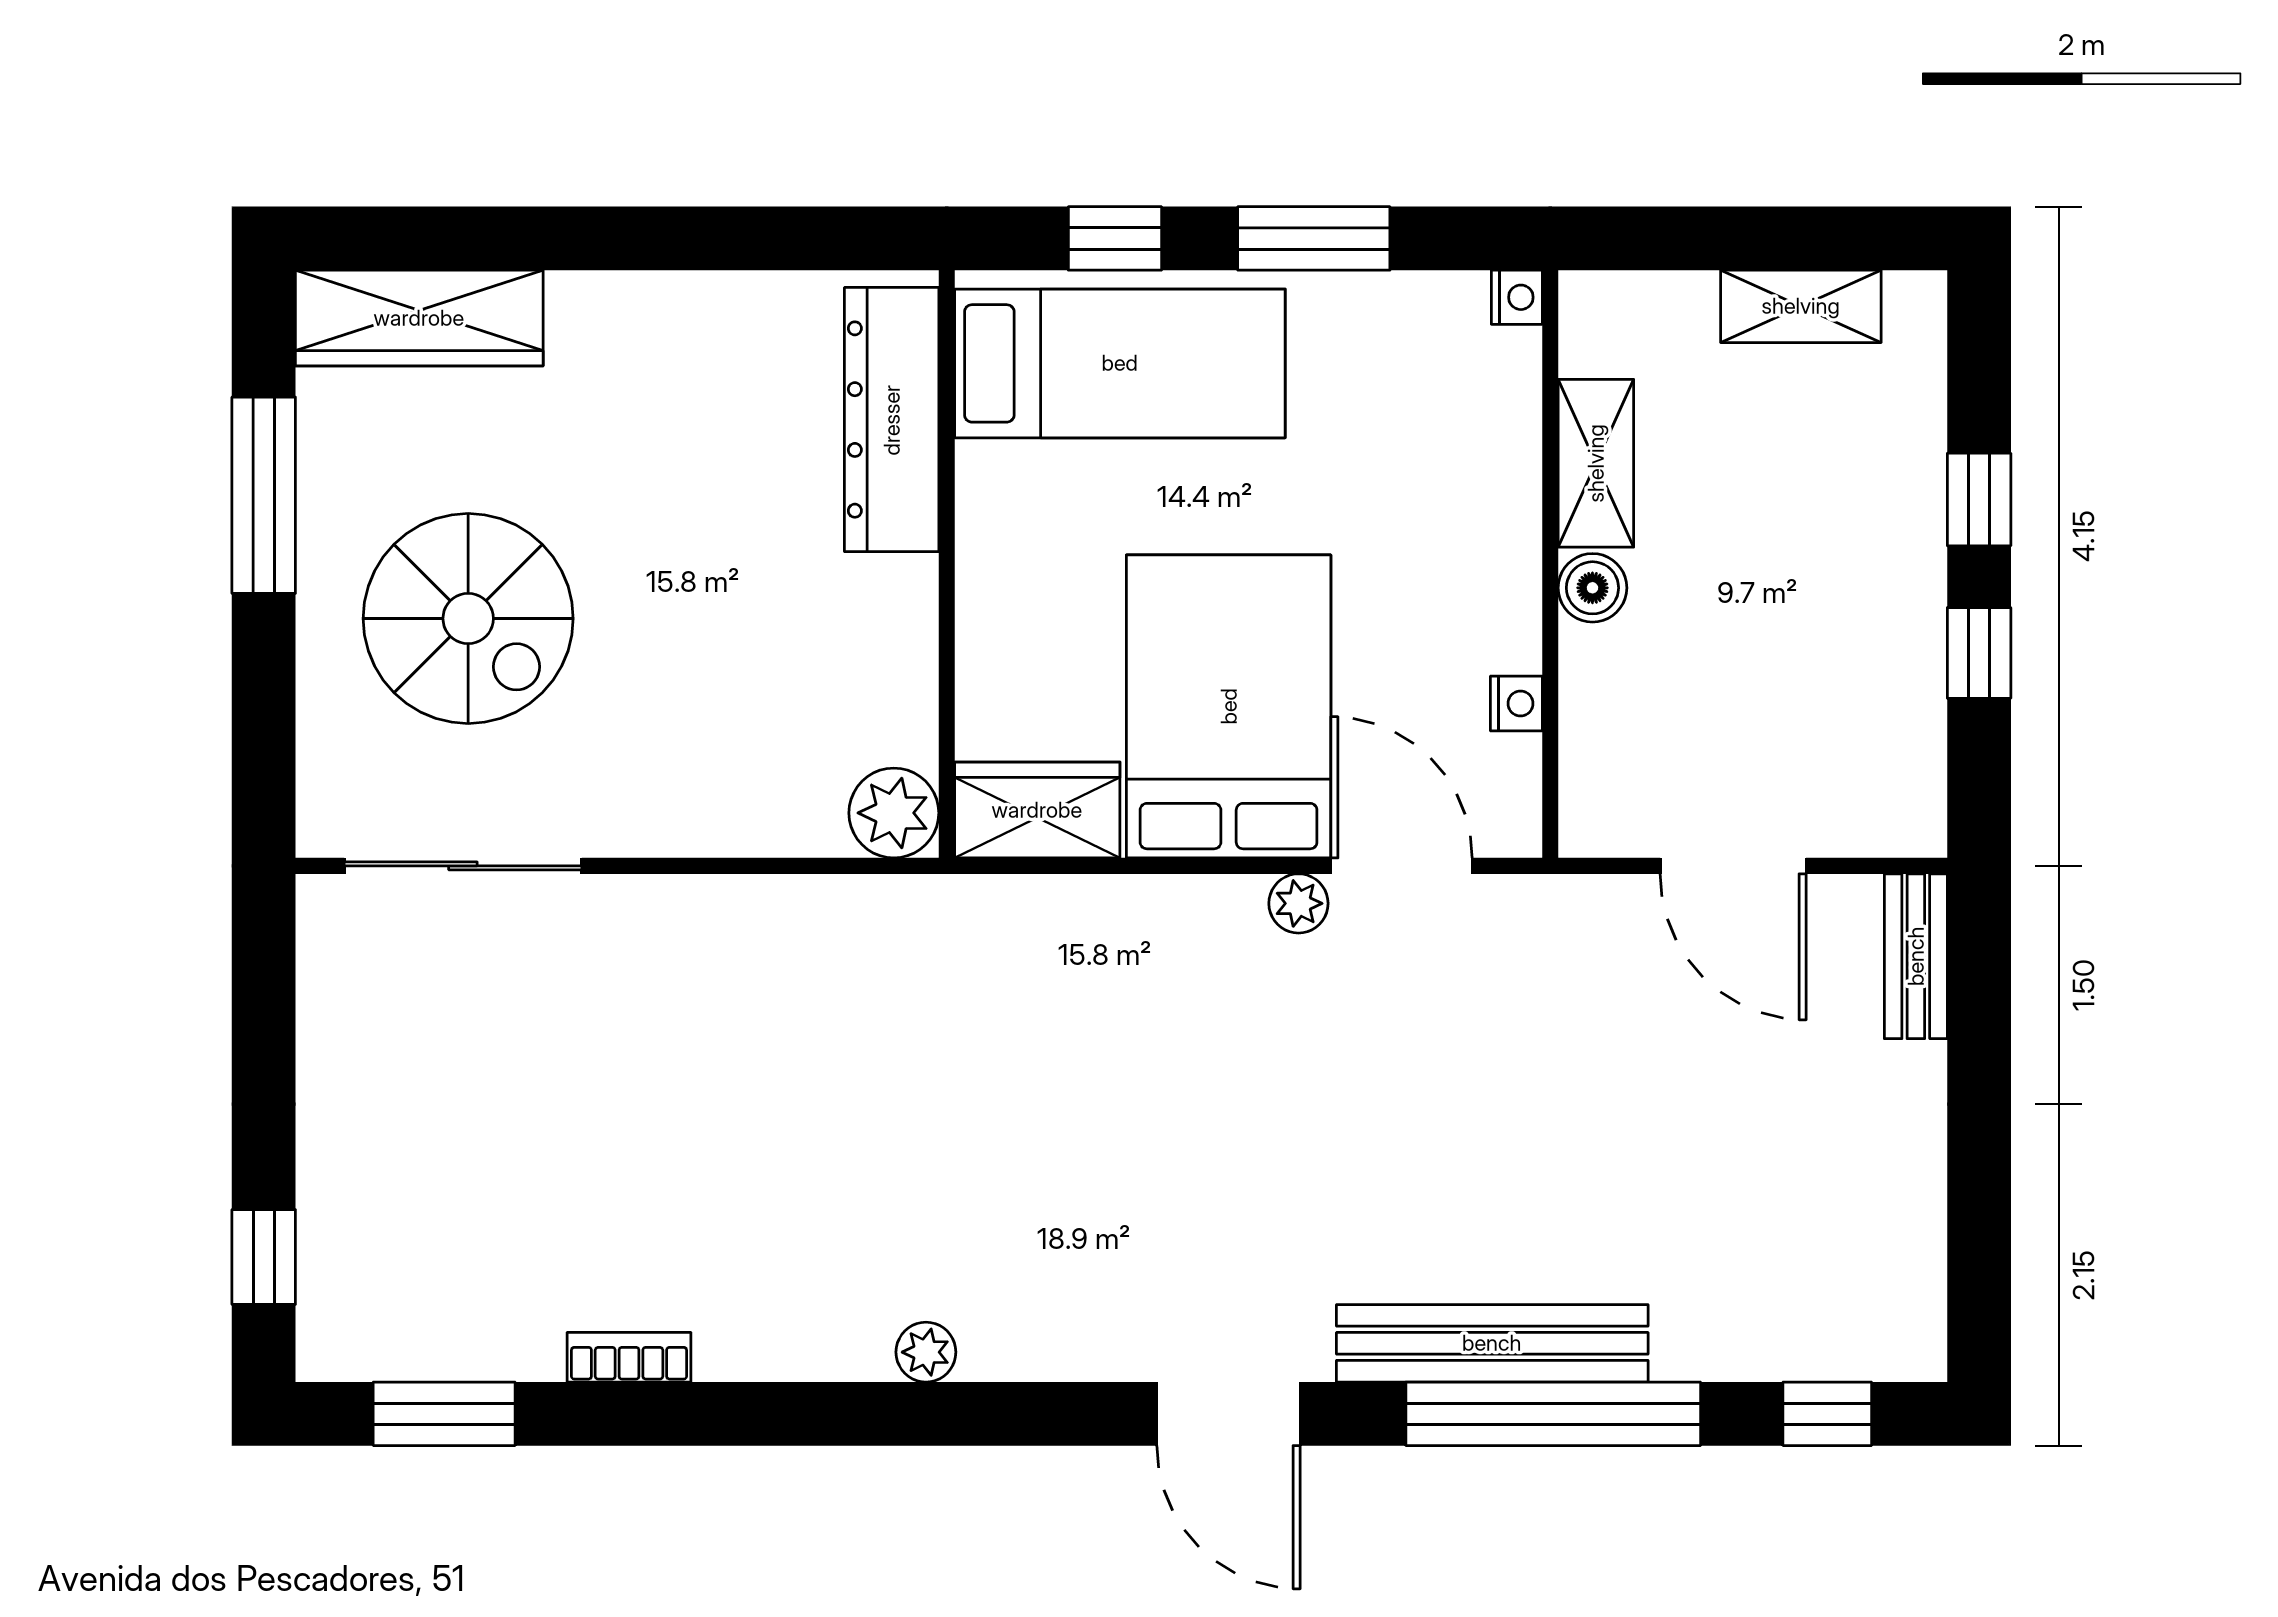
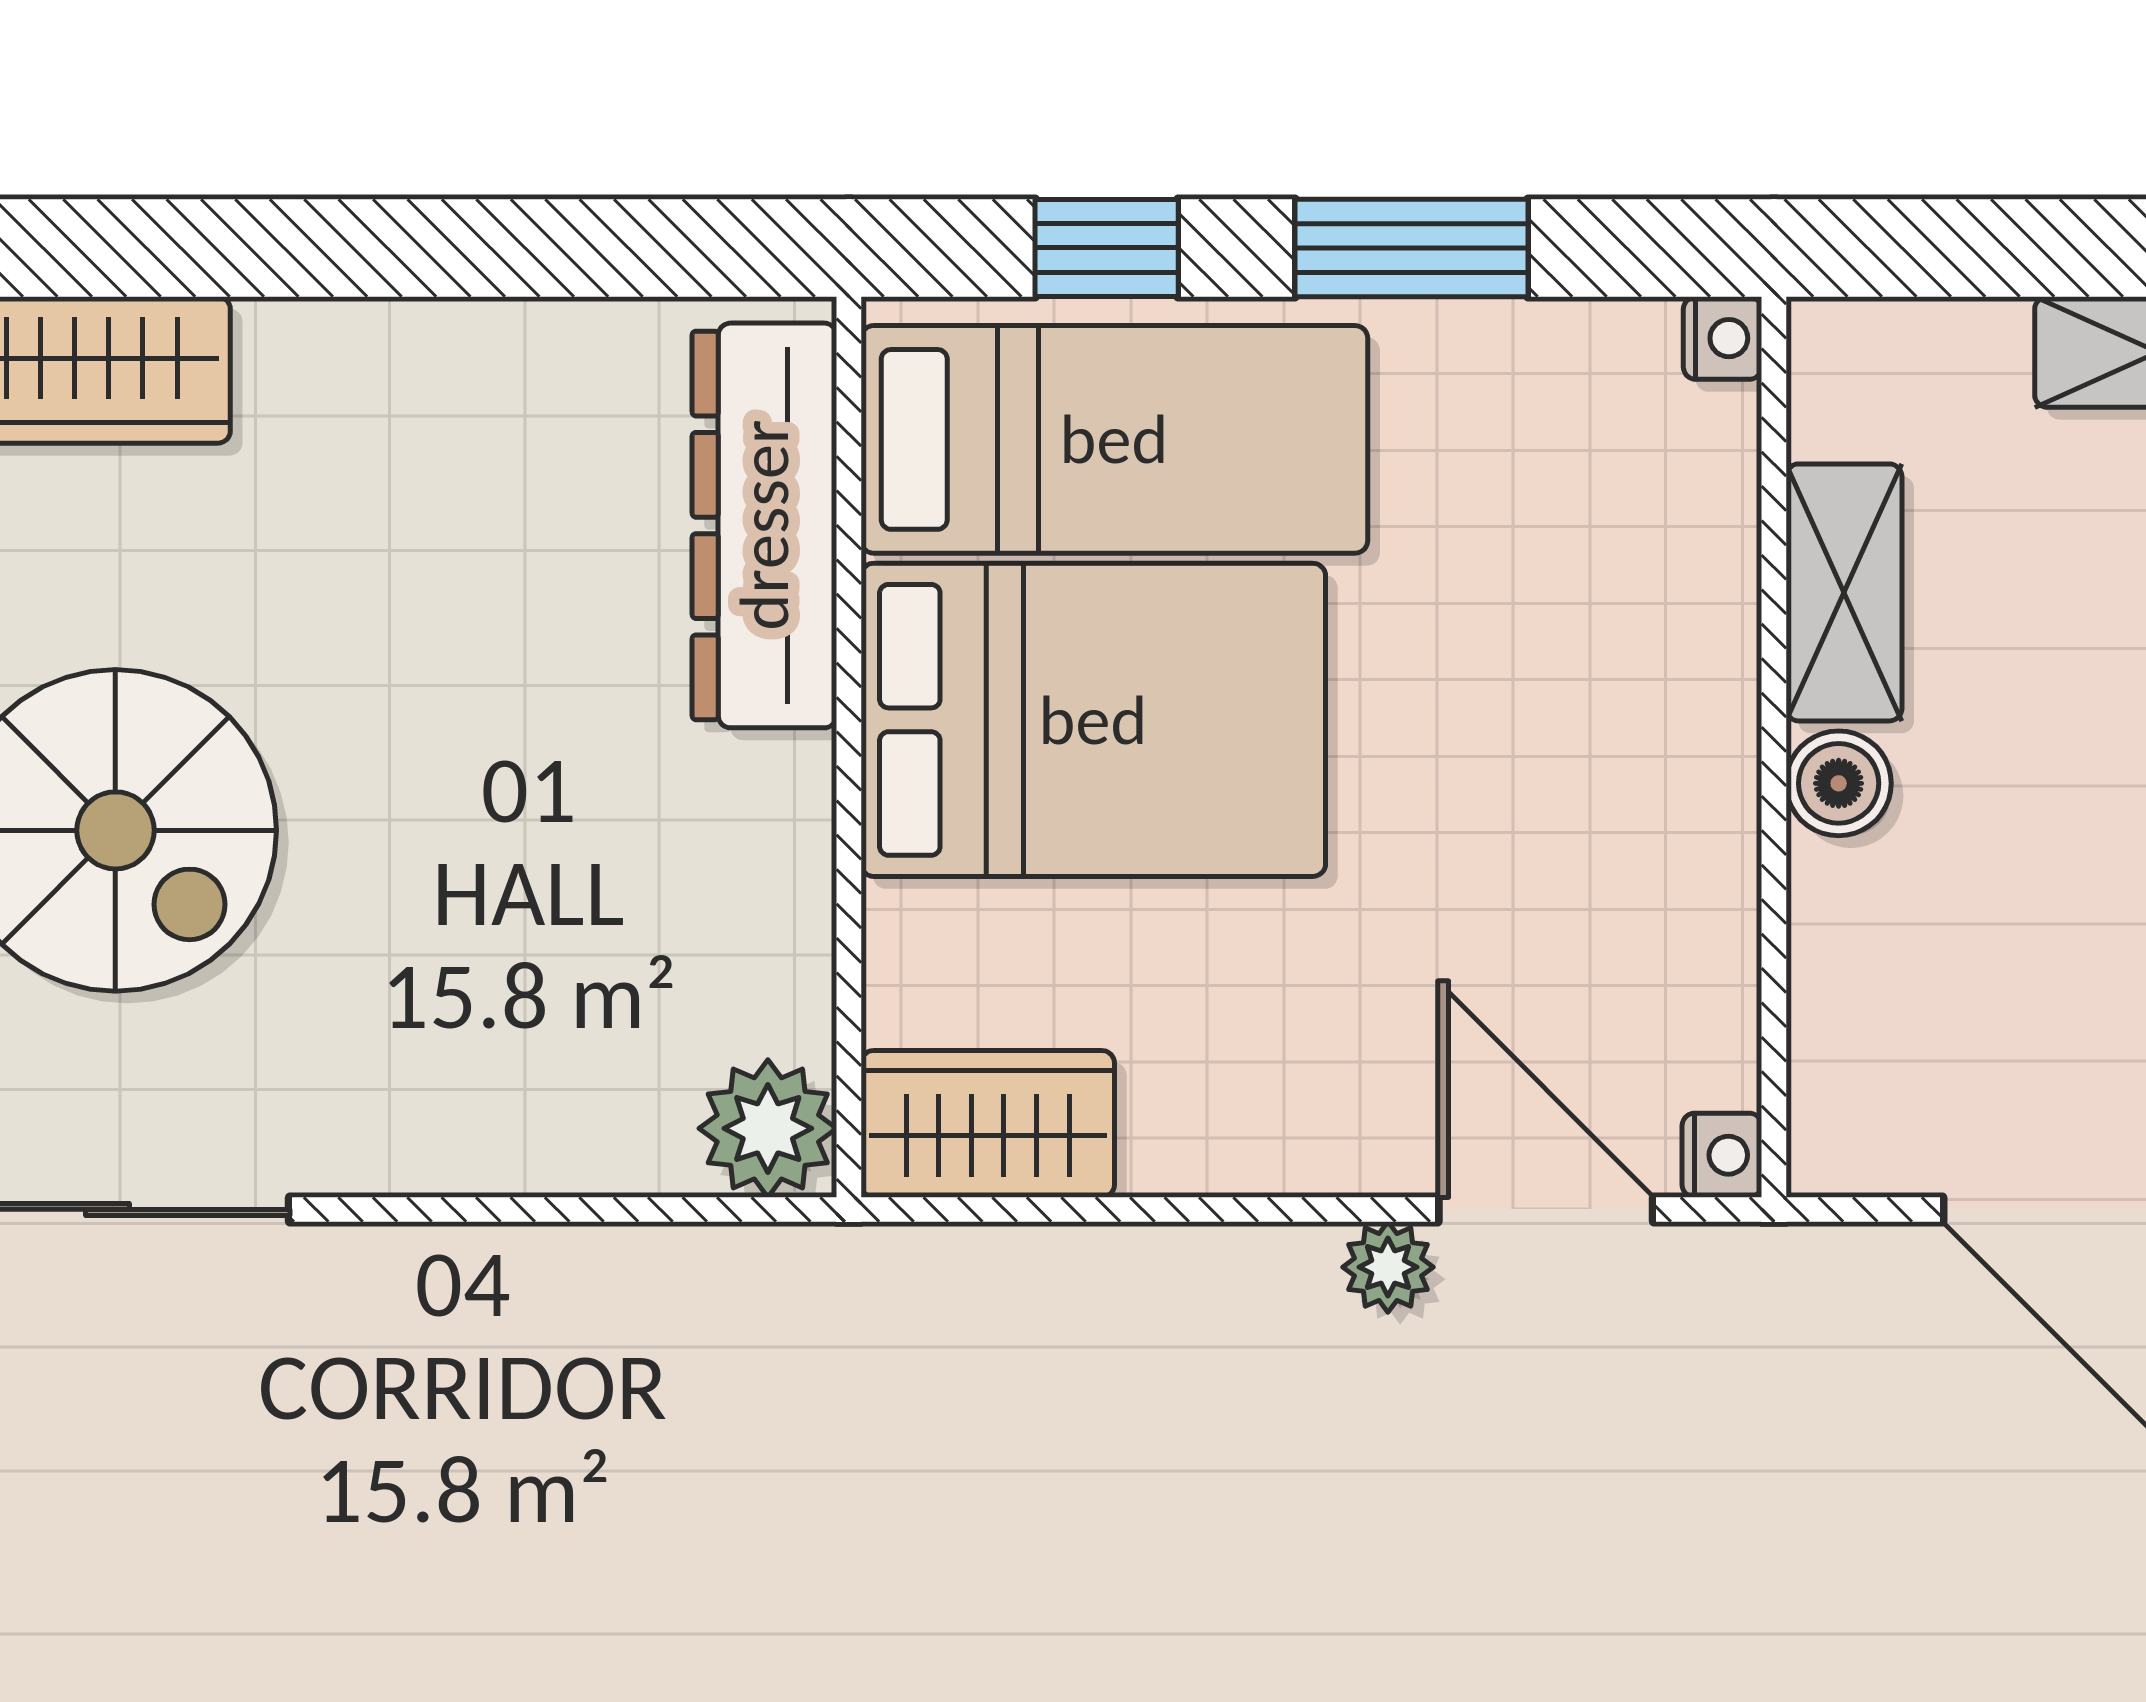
nightstand: (1516, 703) -> (1722, 1155), moved
bed: (1229, 706) -> (1093, 720), moved, turned 90

